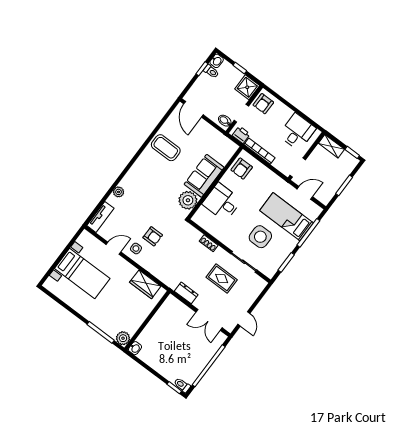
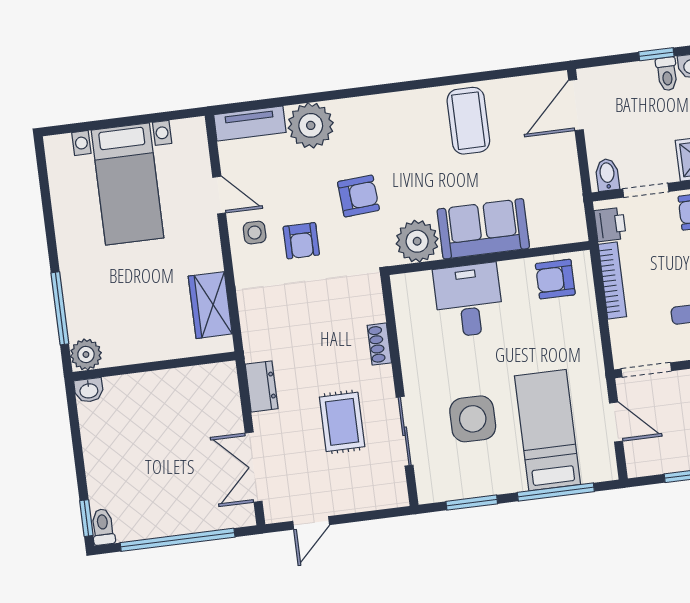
plant: (119, 192) -> (311, 125), width x1.88, depth x1.88
armchair: (156, 205) -> (358, 196), added

